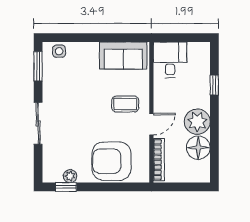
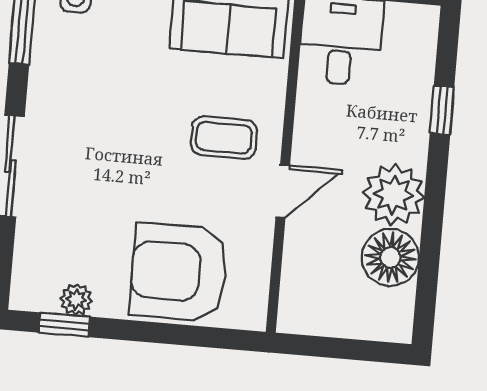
bookcase: (159, 160) -> (293, 278), removed

